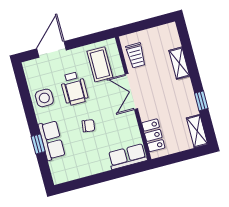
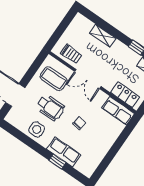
row of seats: (128, 157) -> (118, 111), moved, turned -90

